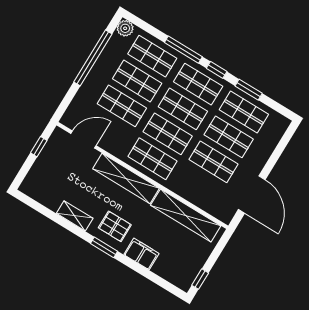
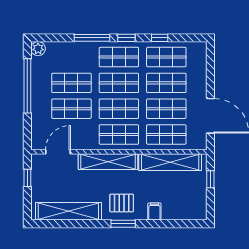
shop shelf: (152, 56) -> (166, 135), moved
window: (249, 90) -> (160, 38), width x0.67
shelving: (75, 216) -> (68, 211), width x2.20, depth x1.33
filing cabinet: (141, 254) -> (154, 212), width x0.50
window: (200, 279) -> (210, 179), moved

